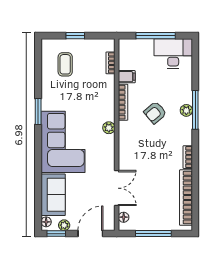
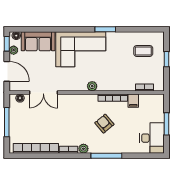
window: (156, 36) -> (166, 124), width x0.69
plant: (186, 110) -> (83, 149), moved

